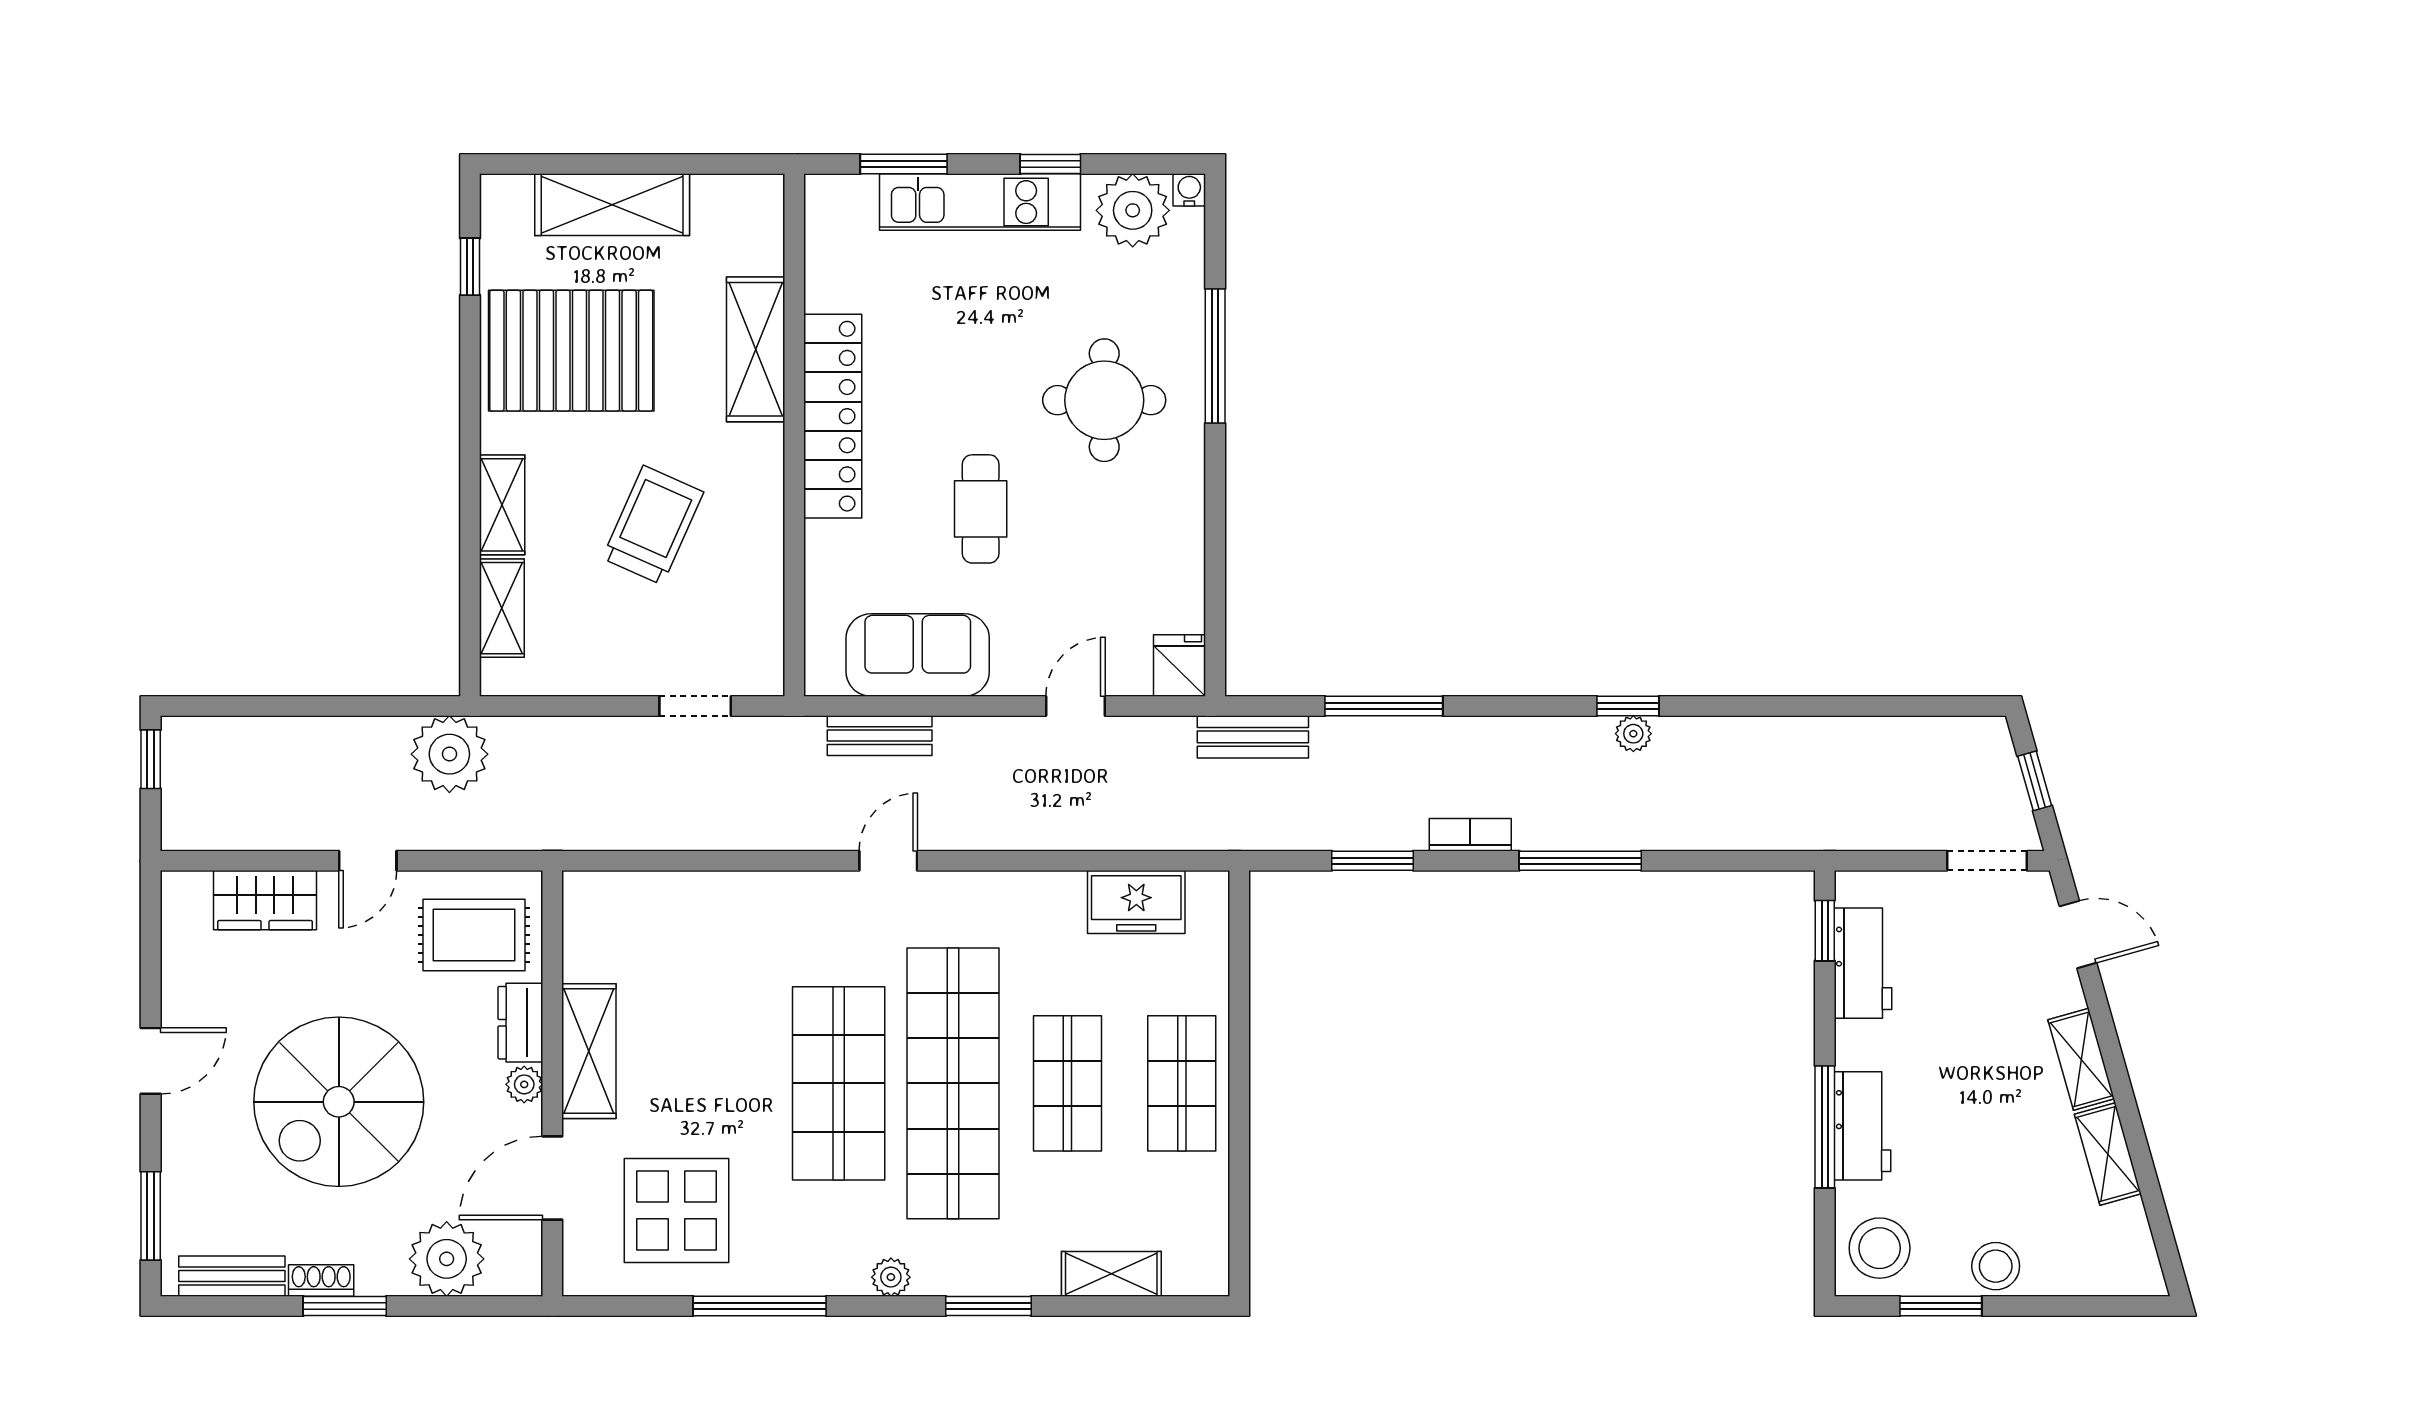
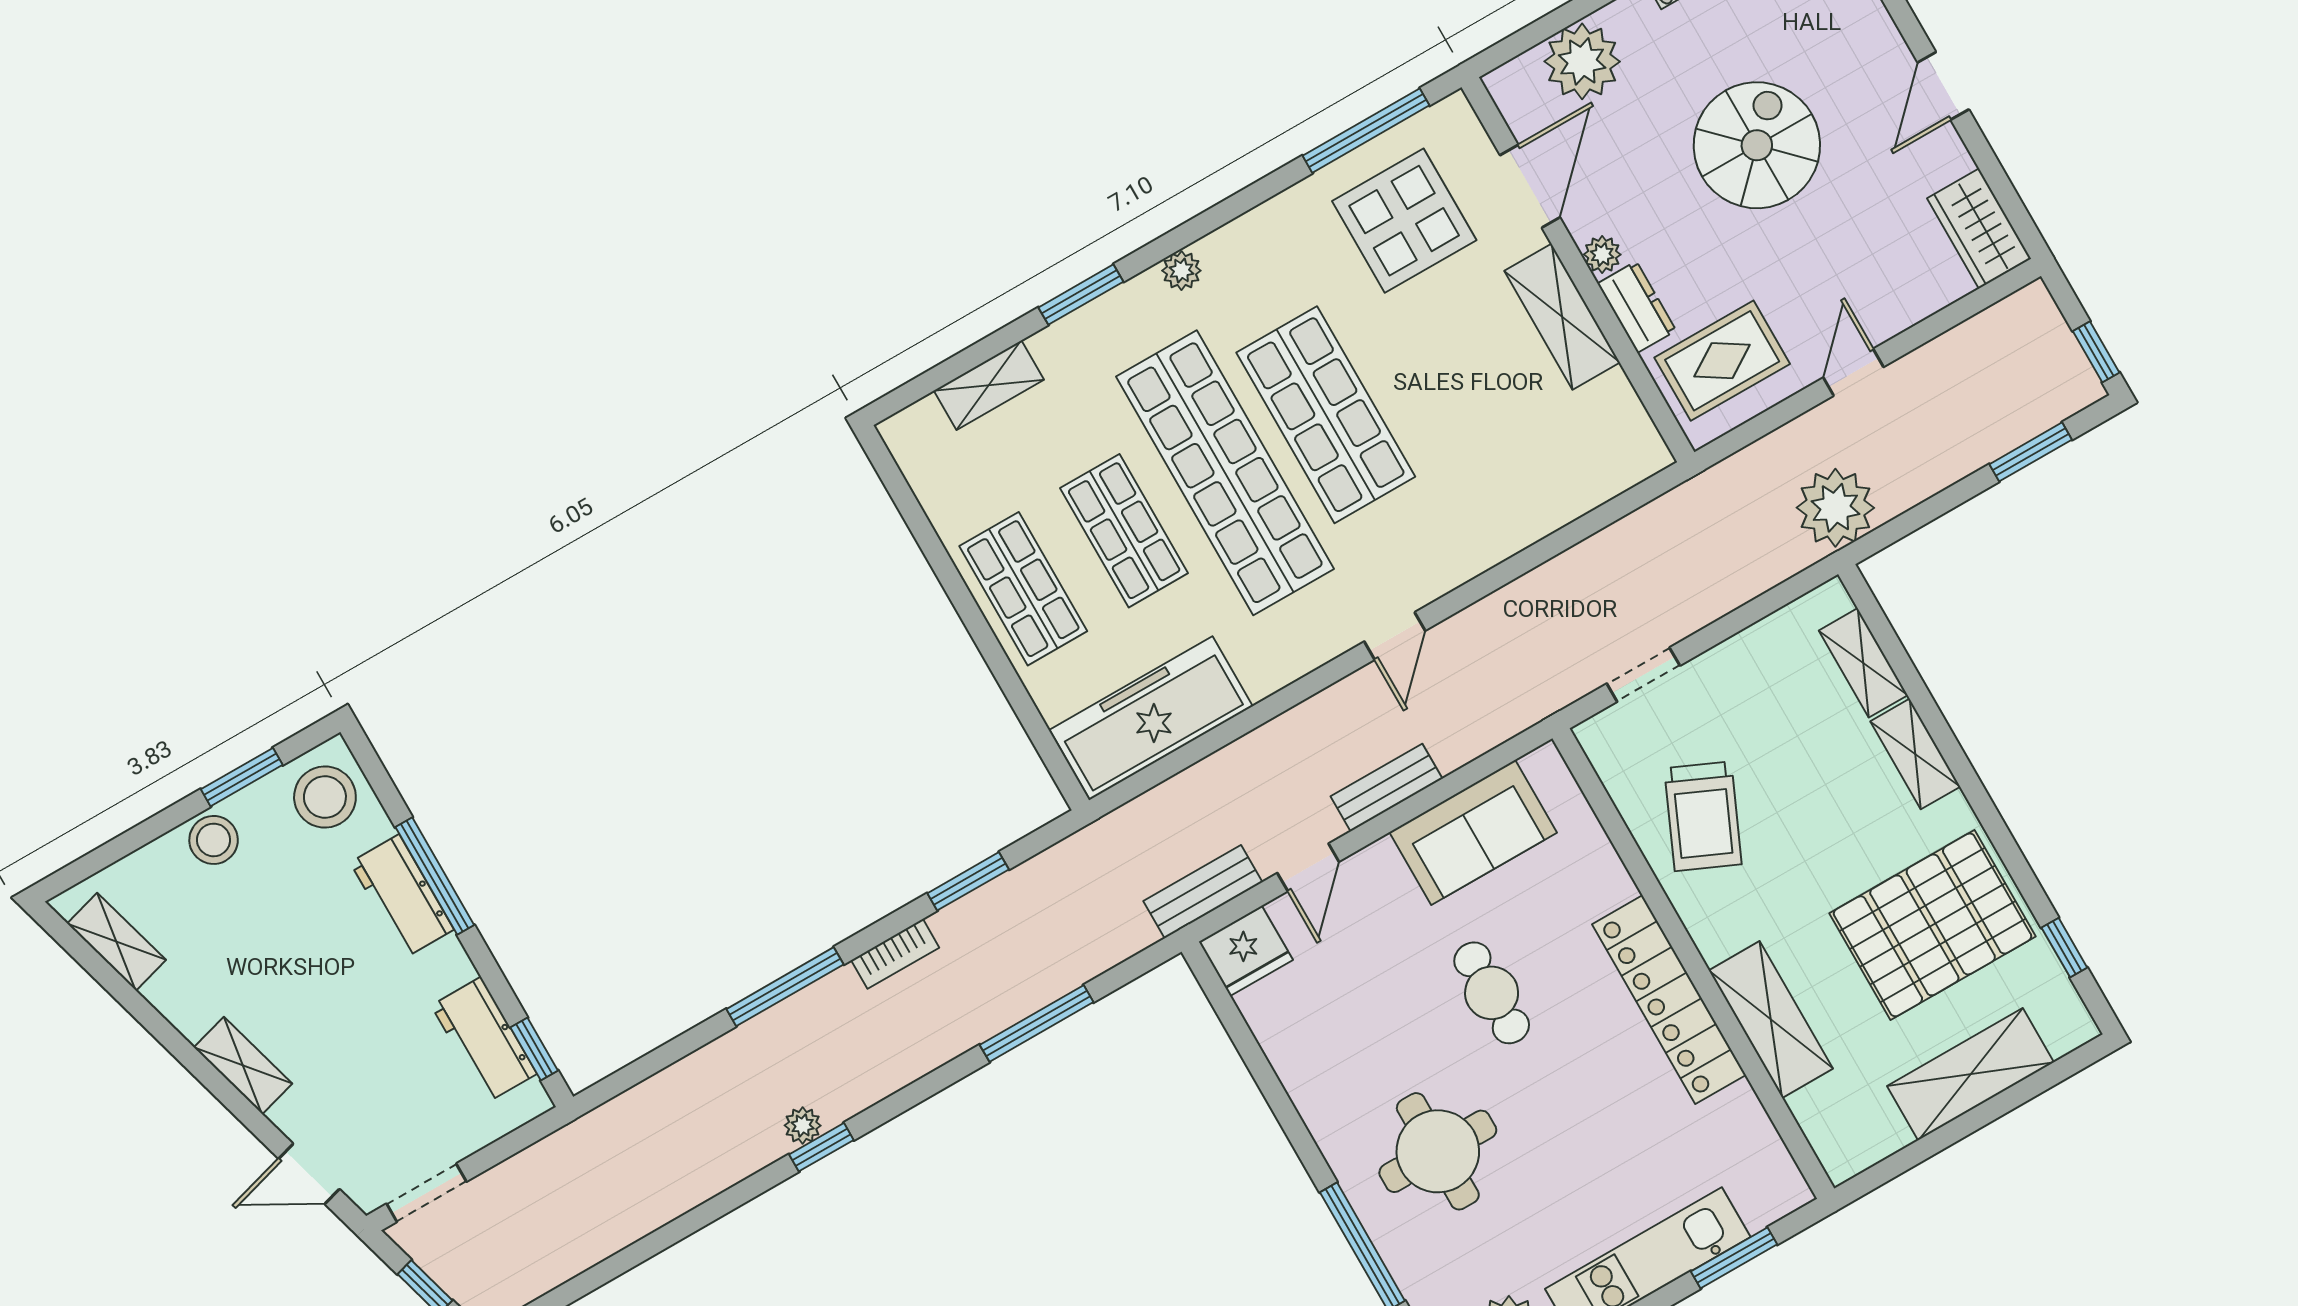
trolley: (653, 525) -> (1703, 816), moved
fridge: (1180, 665) -> (1246, 951), width x1.38
window: (256, 706) -> (2031, 452), added
bench: (880, 736) -> (1386, 788), moved
bench: (1253, 737) -> (1203, 892), moved
wardrobe: (265, 900) -> (1979, 229), moved, turned -90
freezer: (1136, 902) -> (1151, 718), width x1.91, depth x1.26
spiral stairs: (339, 1102) -> (1757, 145), width x0.73, depth x0.73
shelving: (2108, 1154) -> (116, 942), moved
window: (760, 1306) -> (1366, 131), moved

